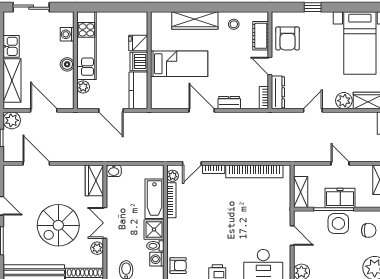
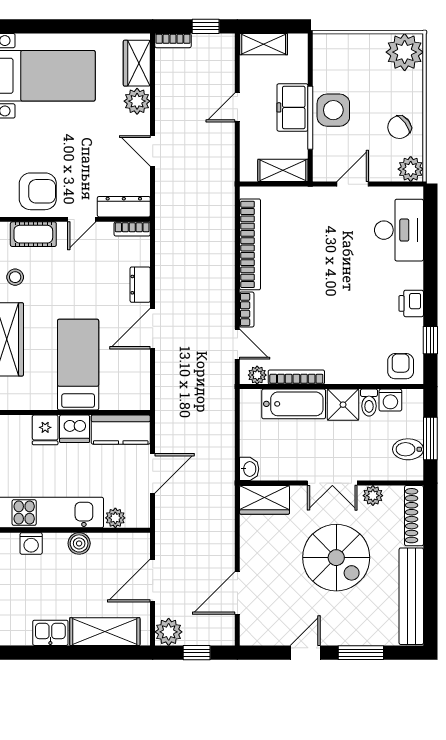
chair: (369, 230) -> (399, 127), moved, turned -127

